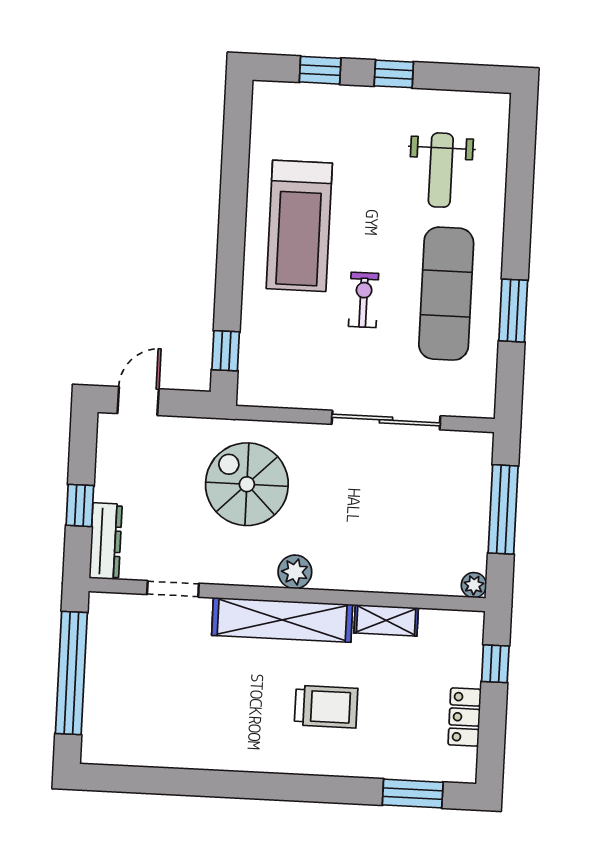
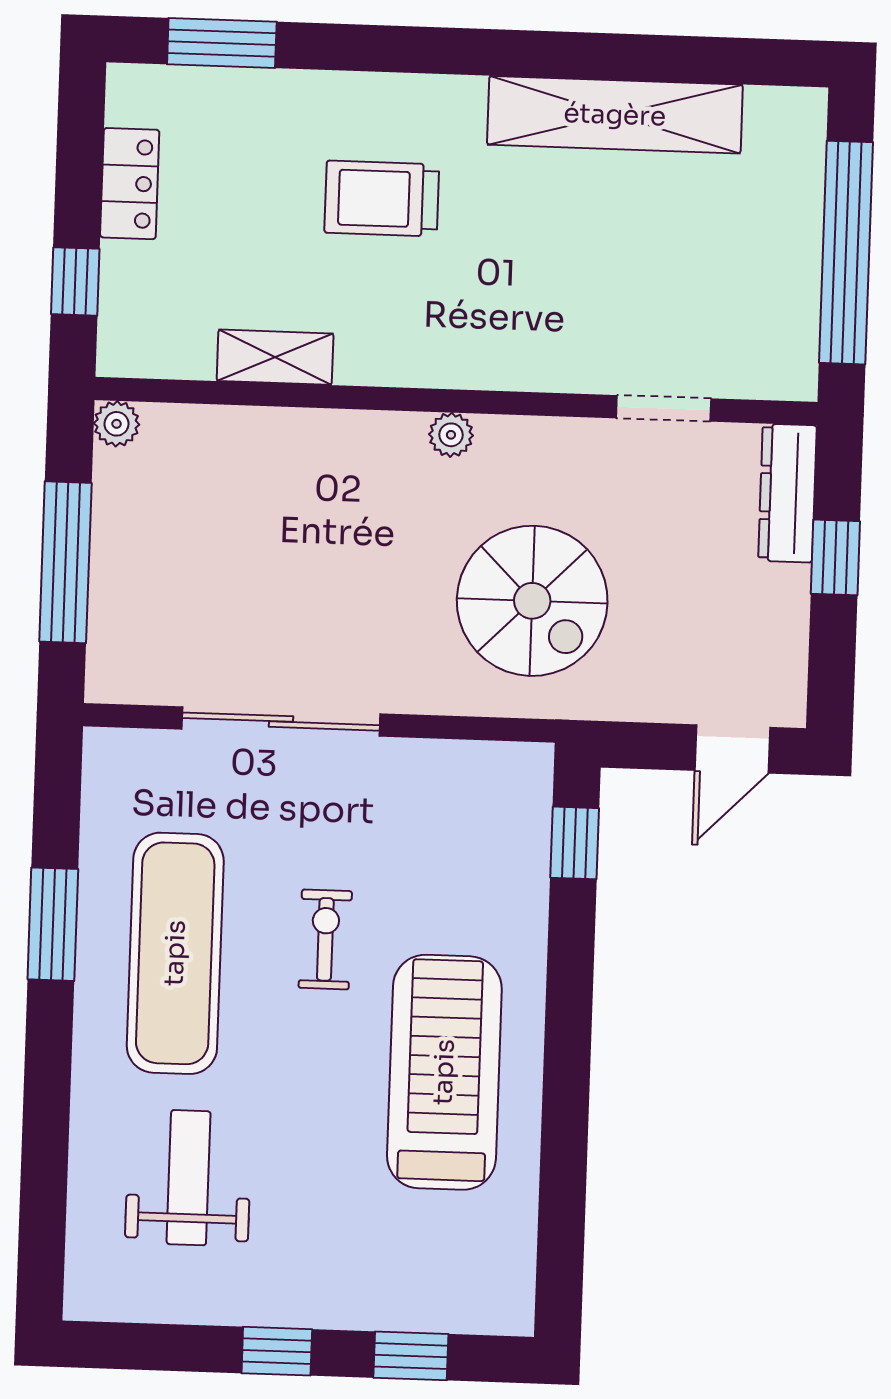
exercise bike: (364, 300) -> (325, 939), turned 180
plant: (295, 572) -> (451, 435), width x0.73, depth x0.73
shelving: (282, 620) -> (615, 115), moved

